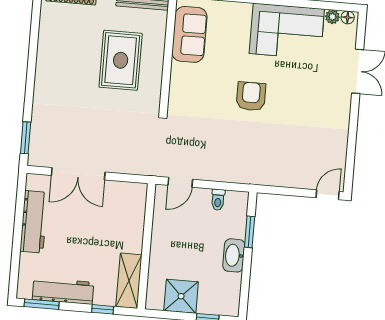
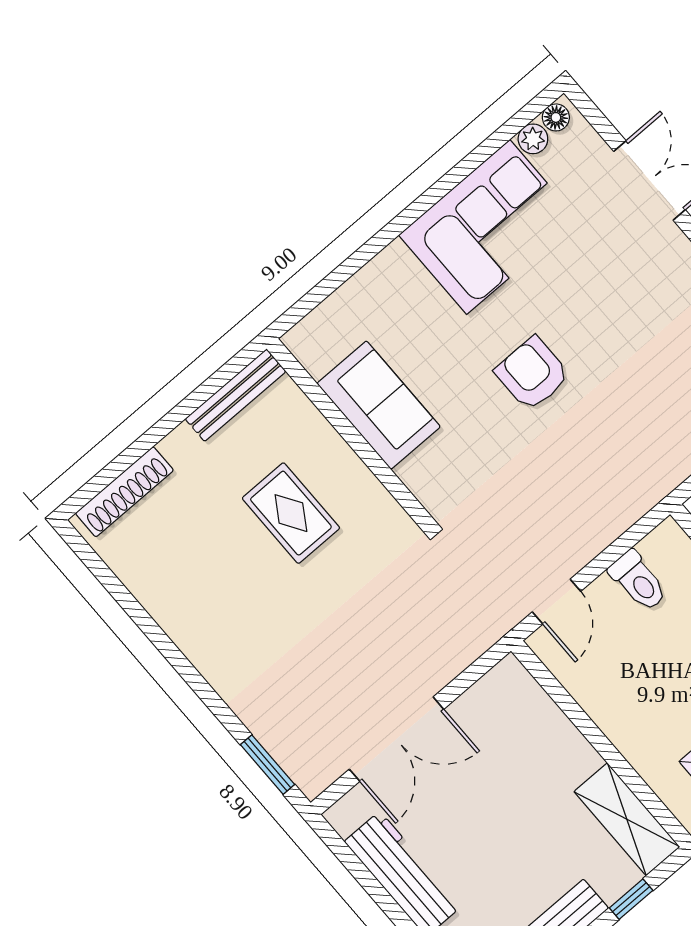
sofa: (189, 34) -> (379, 405), moved
rug: (121, 60) -> (291, 513), width x0.73, depth x0.70
toilet: (218, 200) -> (638, 581), width x1.37, depth x1.39

